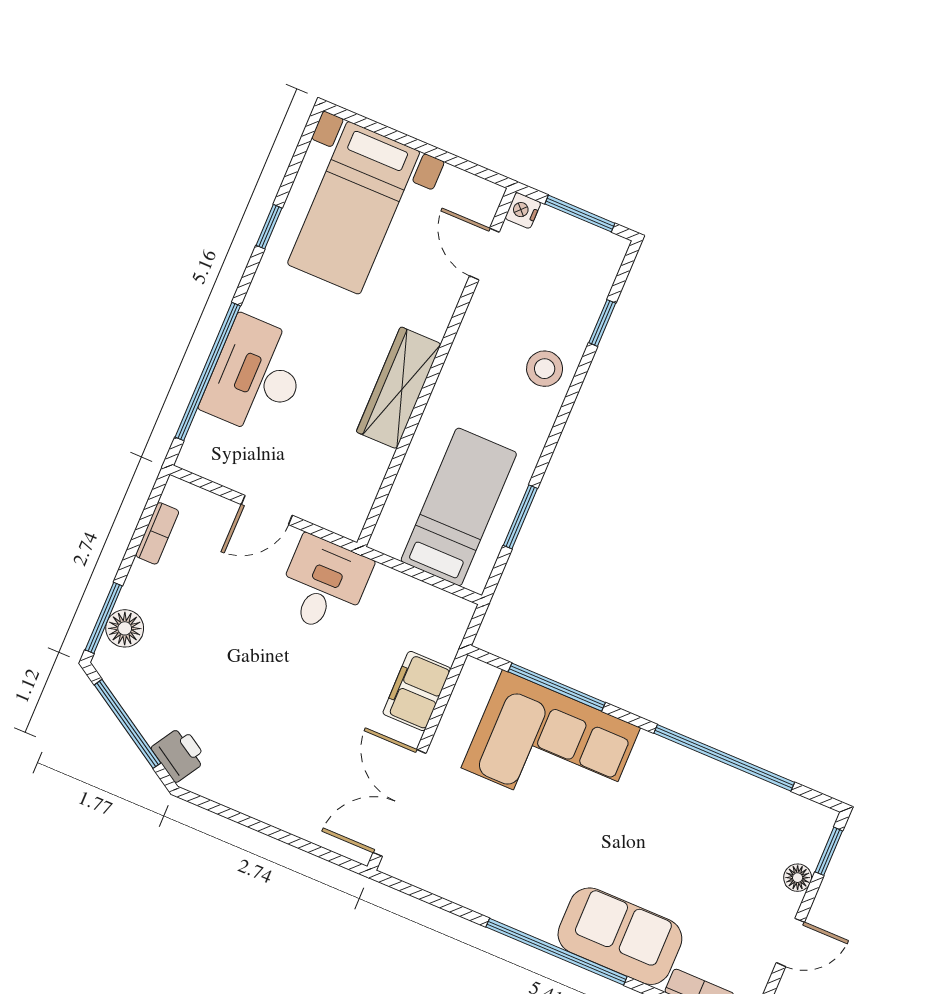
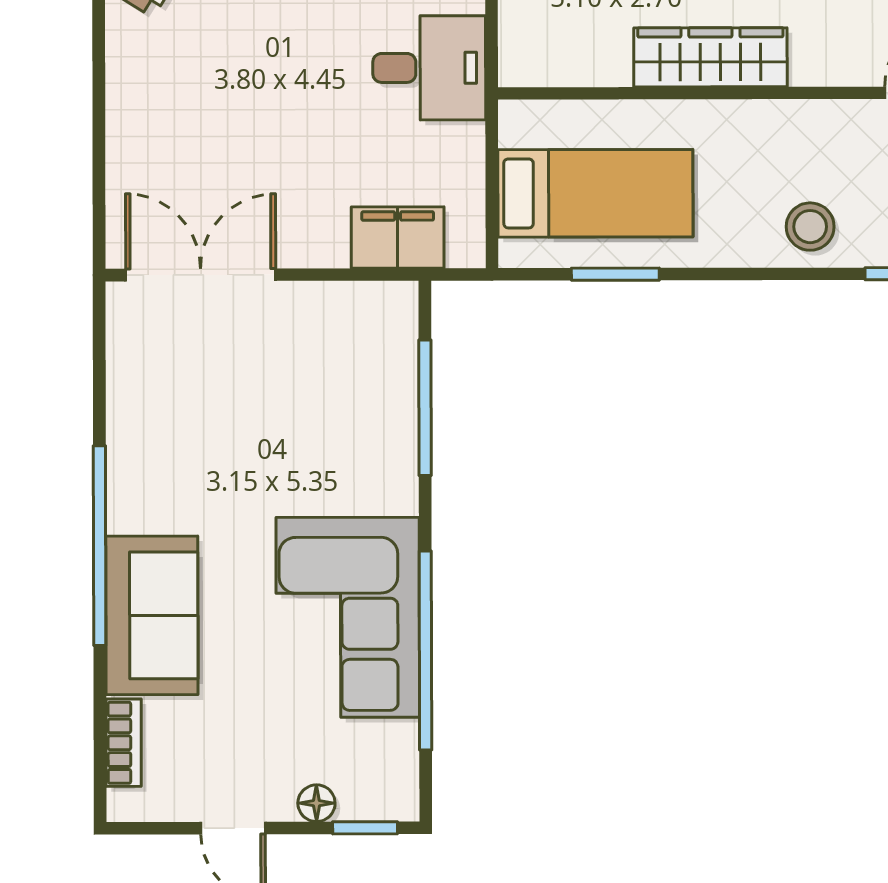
filing cabinet: (417, 691) -> (398, 238), moved
corner sofa: (551, 748) -> (348, 617), moved

